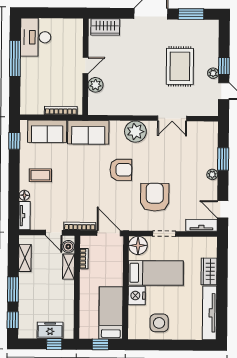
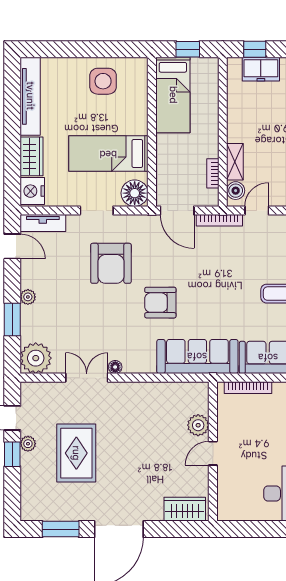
floor lamp: (152, 126) -> (115, 367), added
sofa: (88, 132) -> (197, 356), width x1.36
plant: (135, 132) -> (36, 358), moved
door: (54, 233) -> (257, 210), hinge flipped
nightstand: (137, 296) -> (32, 191), moved, turned 180

